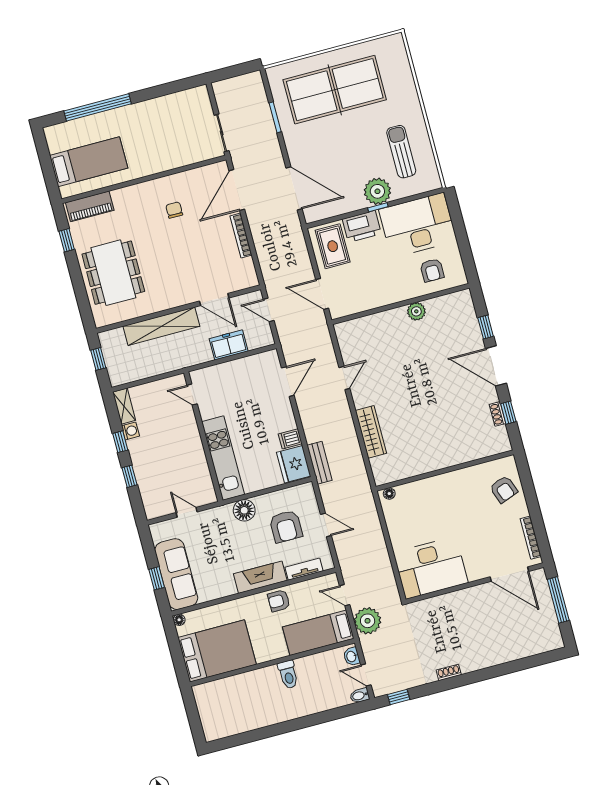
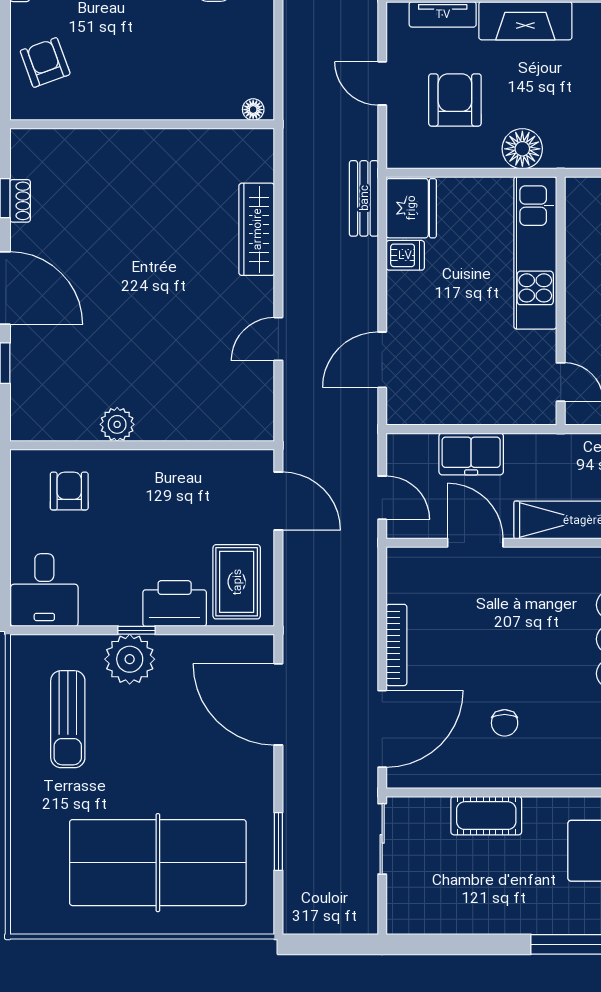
cot: (171, 159) -> (486, 816), added
desk: (418, 225) -> (44, 590), width x0.53, depth x0.77

